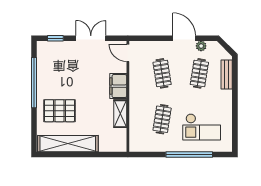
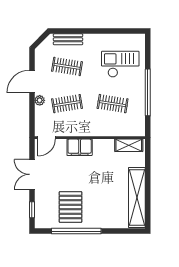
plant: (201, 46) -> (40, 100), moved
pallet: (59, 111) -> (71, 207), moved
shelving: (120, 114) -> (129, 145), moved
checkout: (202, 127) -> (120, 64), turned -90
window: (189, 154) -> (148, 92), moved

